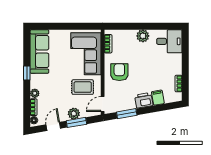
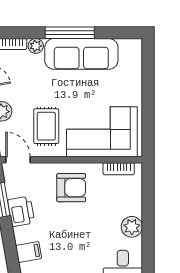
sofa: (39, 51) -> (81, 54), moved
window: (27, 73) -> (70, 33), width x2.17
printer: (144, 100) -> (21, 211), moved

